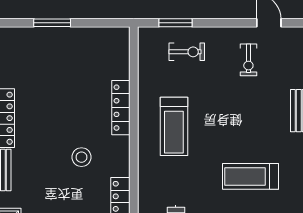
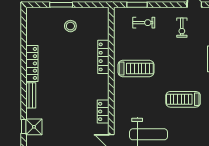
treadmill: (174, 126) -> (136, 69), turned -90
stool: (81, 157) -> (70, 26), moved

